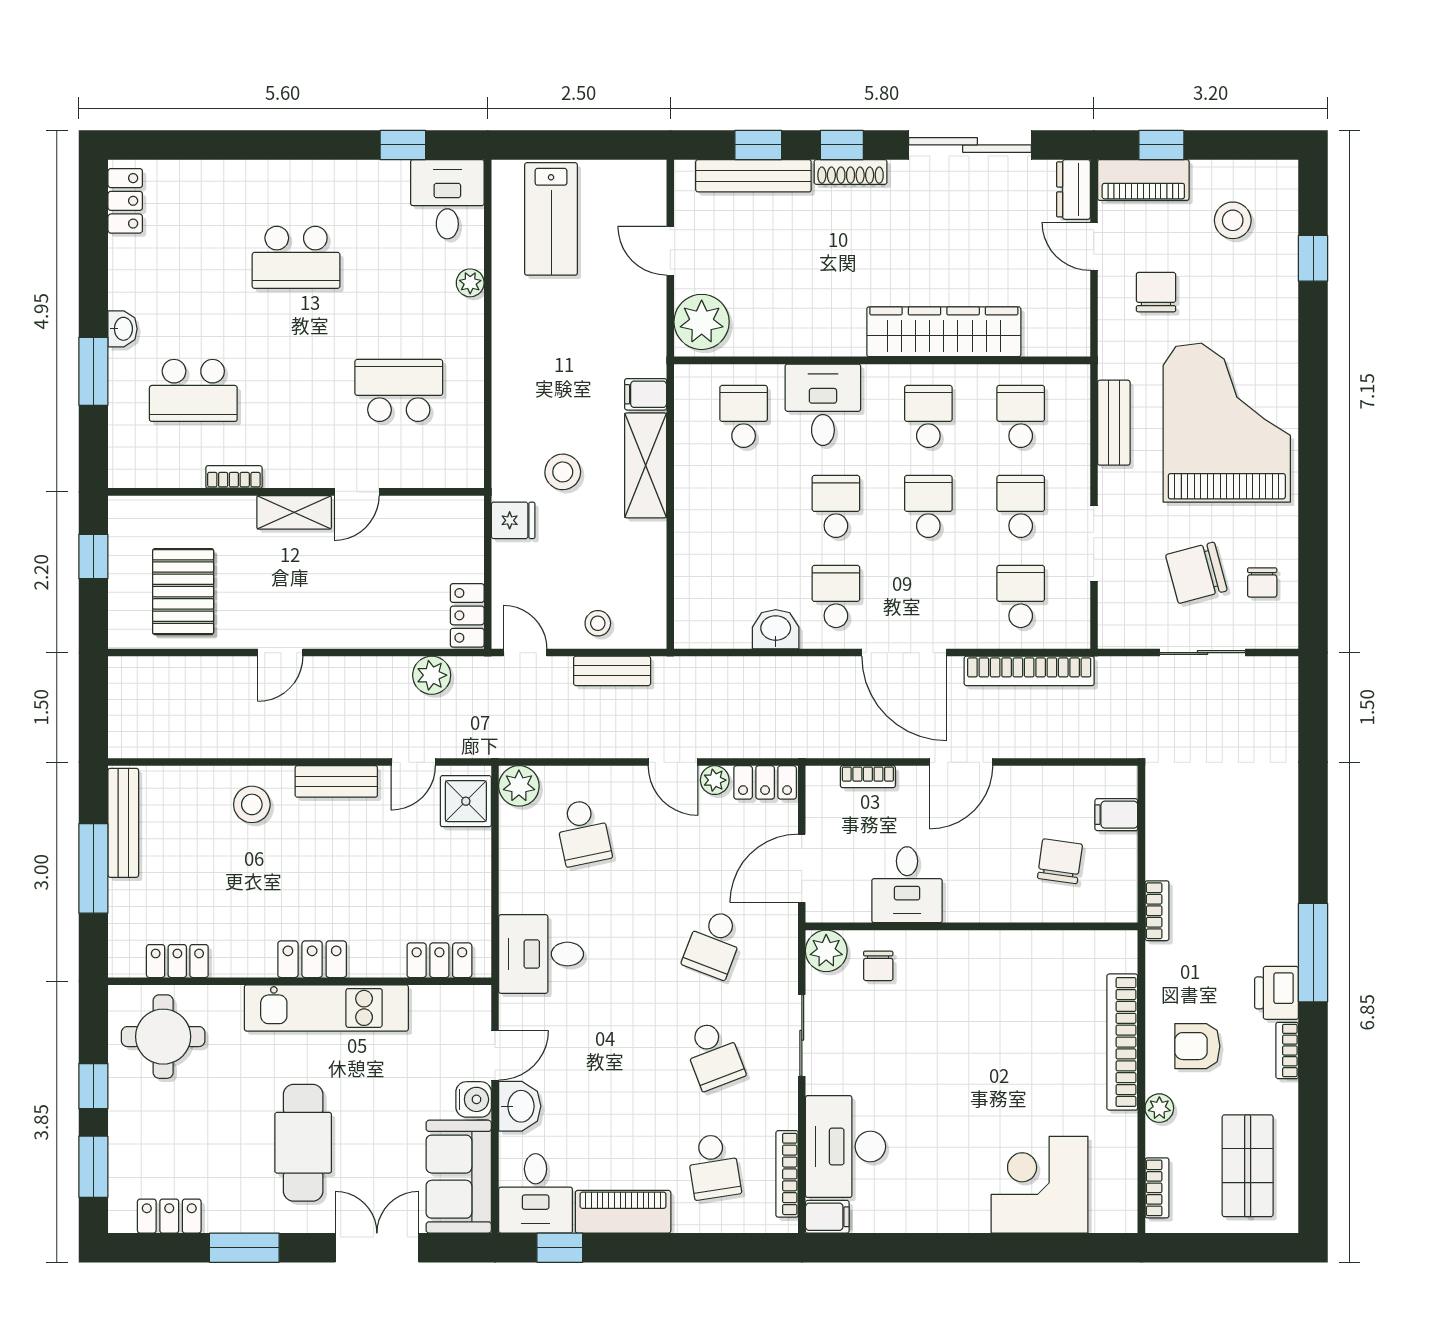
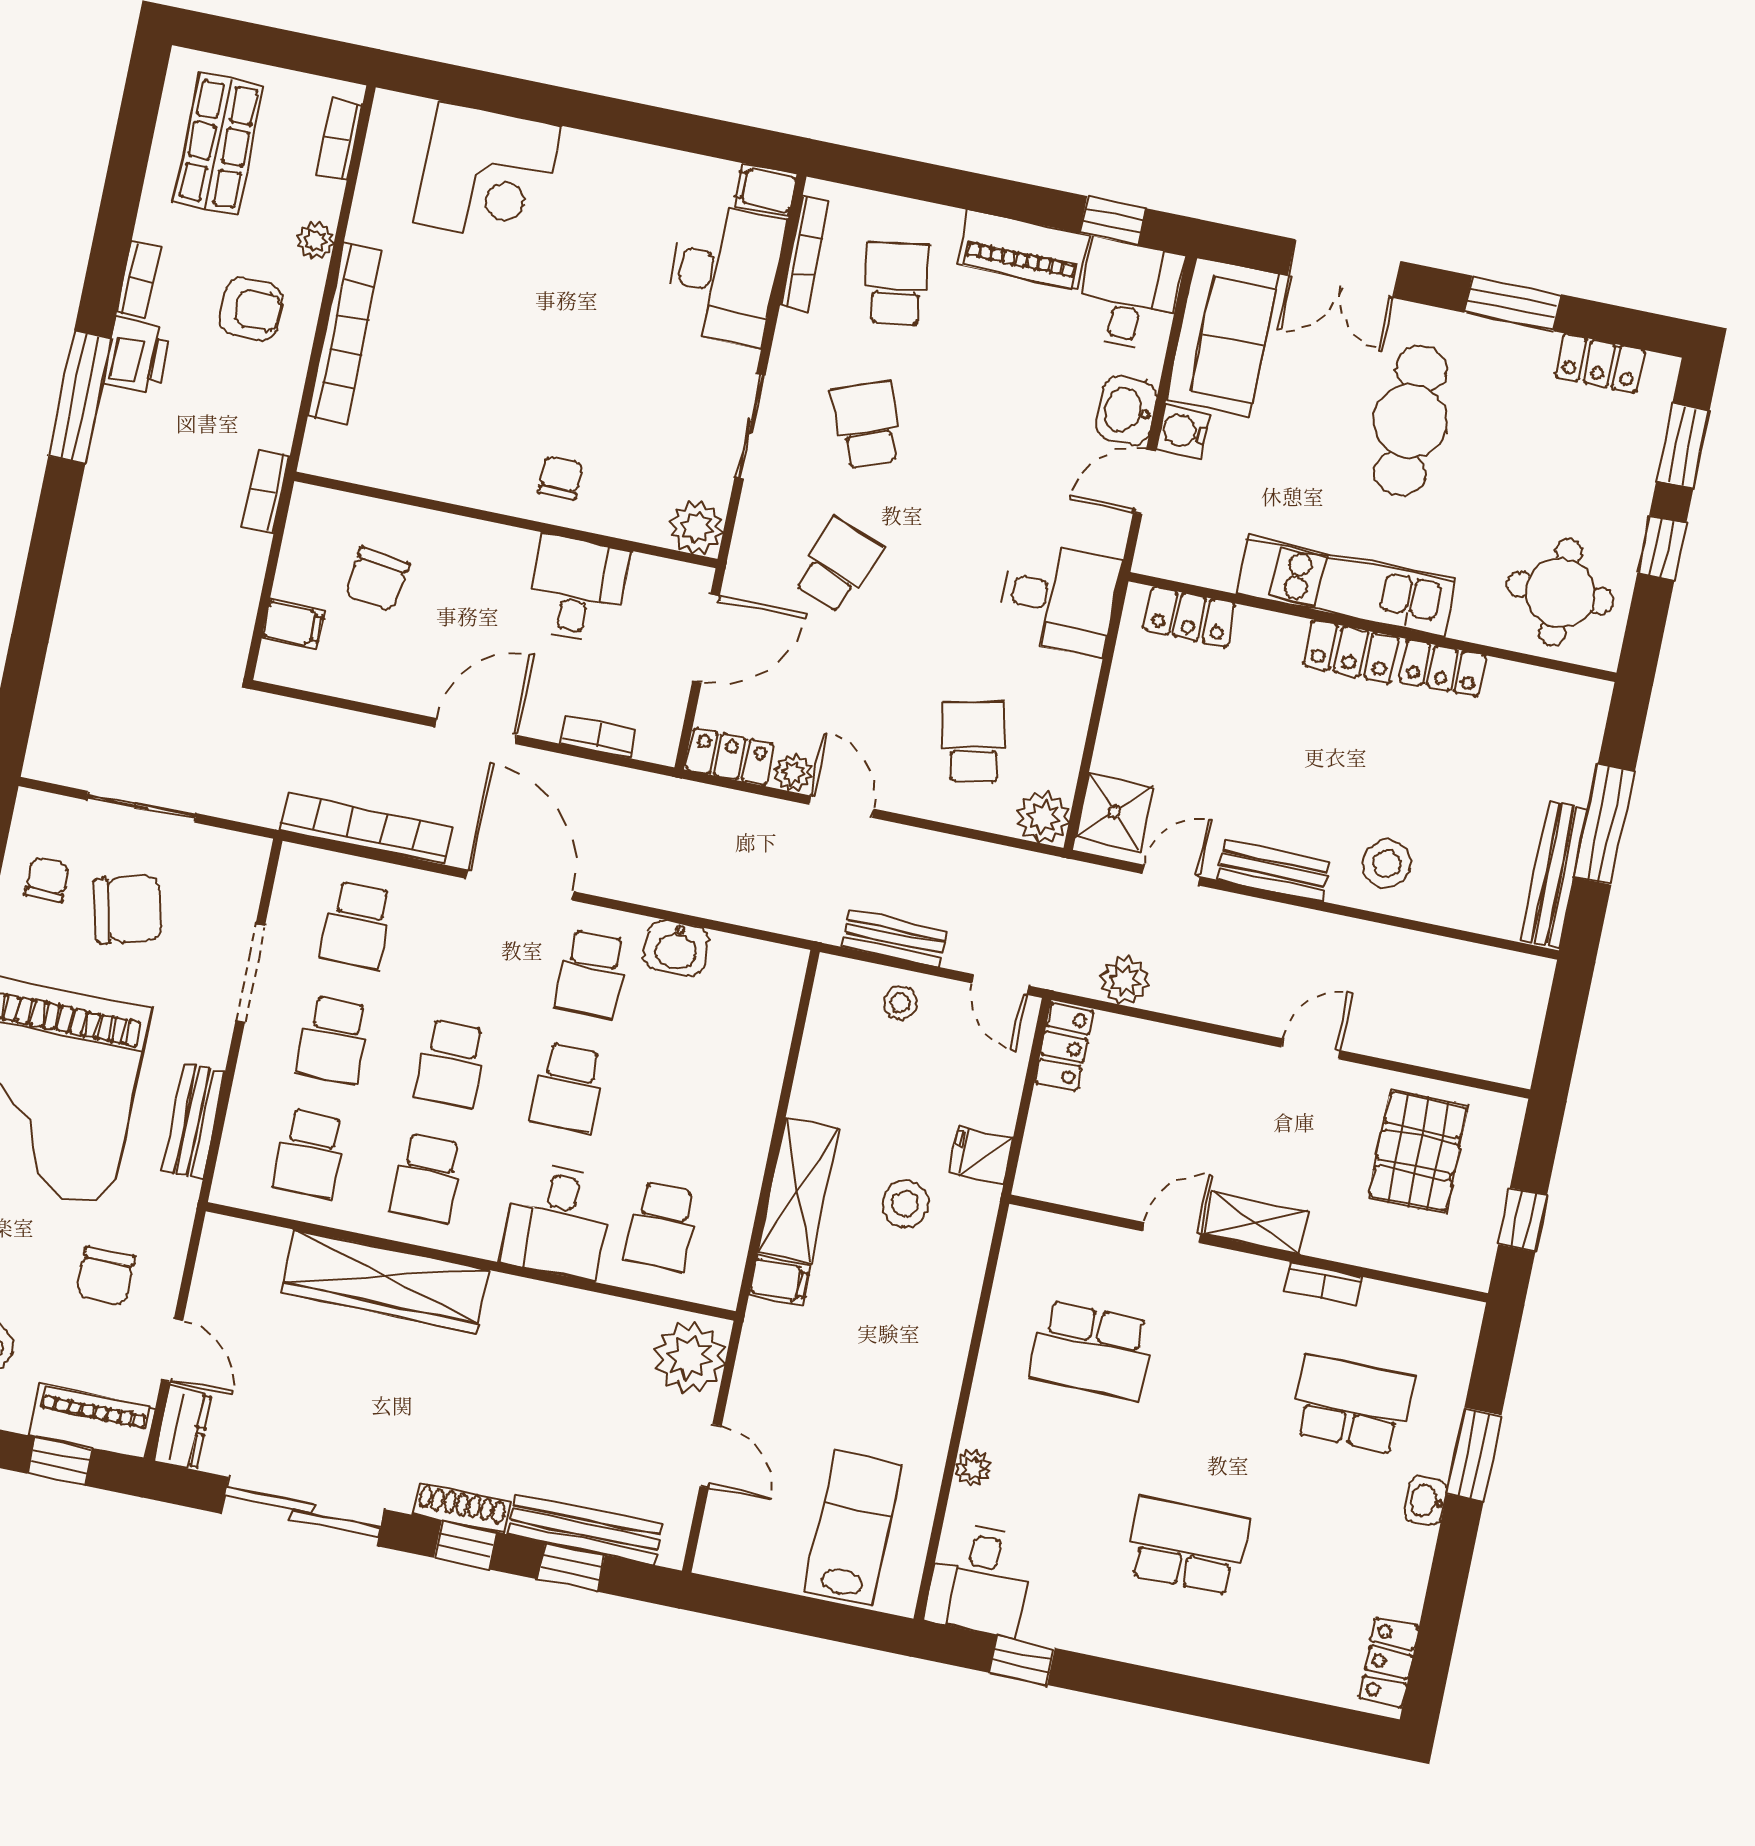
locker: (177, 961) -> (1442, 668), moved
chair: (878, 966) -> (561, 478), moved

